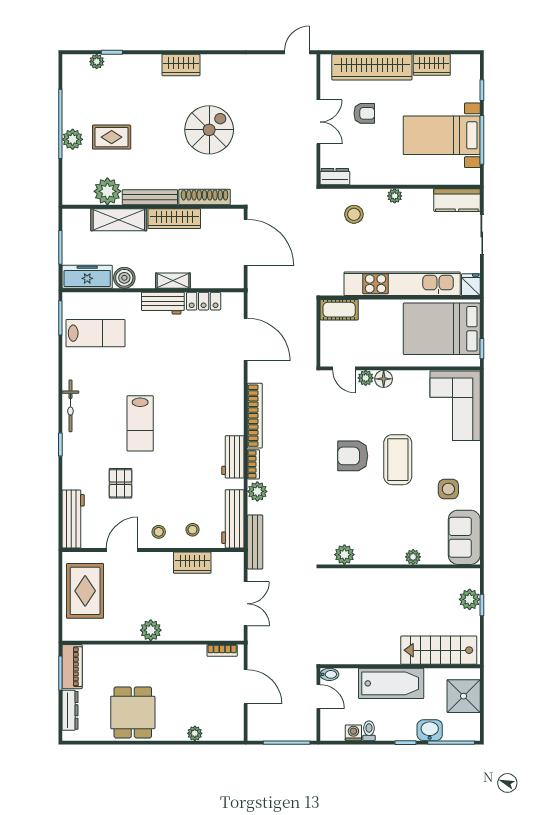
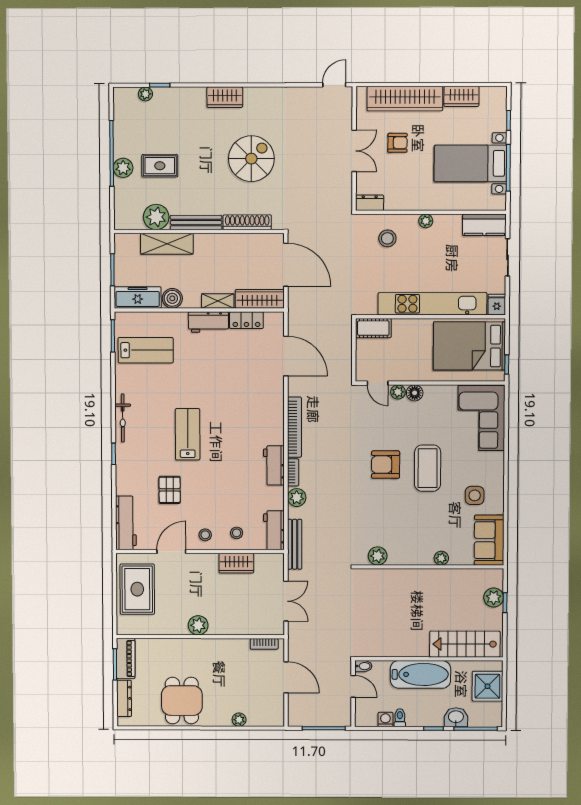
wardrobe: (174, 219) -> (260, 299), moved, turned 180
lab bench: (140, 423) -> (188, 434), turned 180
workbench: (233, 519) -> (274, 530), width x0.73

